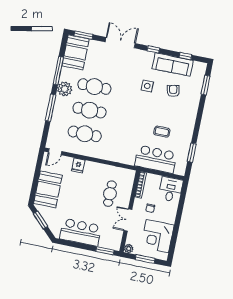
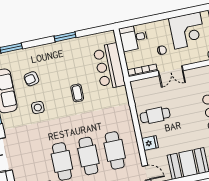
coffee table: (162, 132) -> (77, 93), moved
window: (192, 153) -> (65, 37), moved
cafe table: (110, 194) -> (155, 115), moved
double door: (128, 220) -> (171, 71), moved

